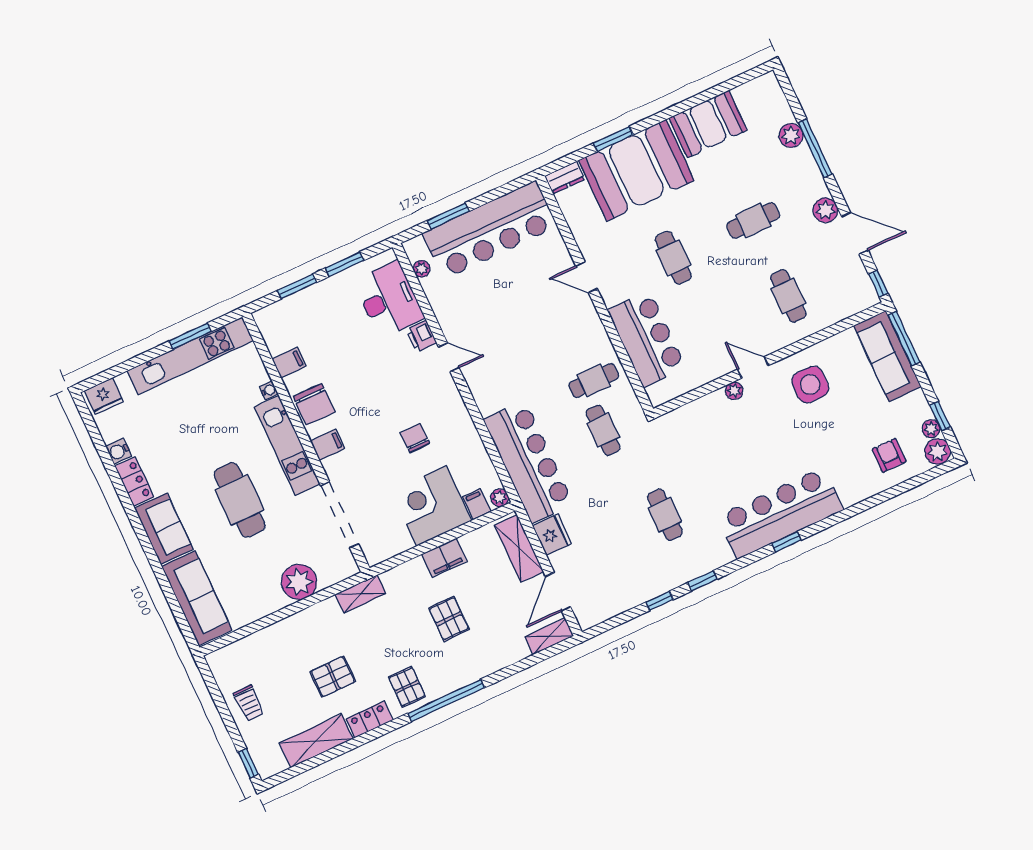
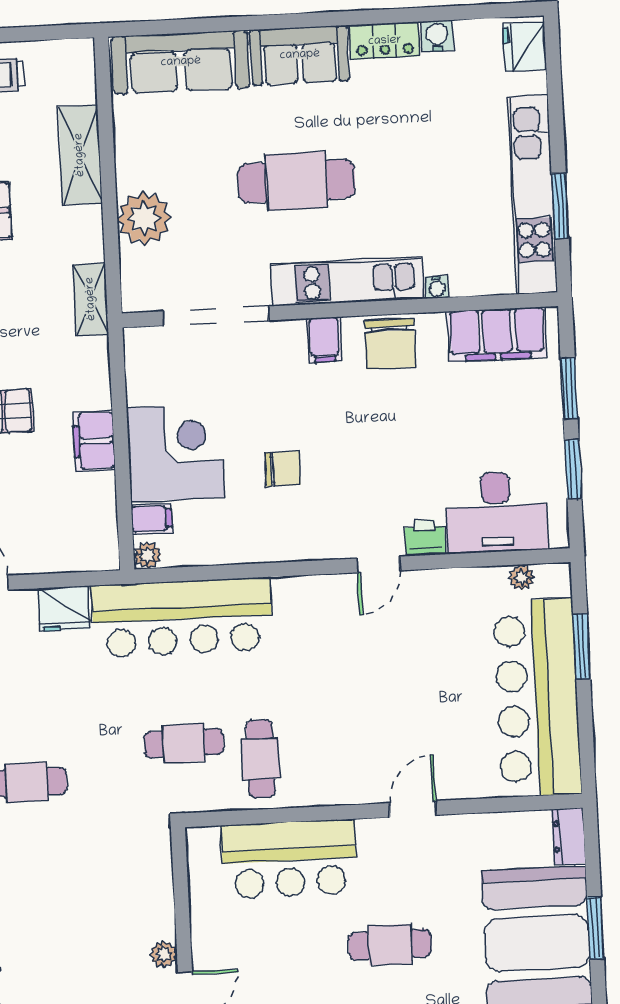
filing cabinet: (289, 363) -> (497, 334), width x3.00, depth x1.17
chair: (314, 404) -> (390, 344), turned -90
shelving: (519, 548) -> (80, 155), moved, turned 90

